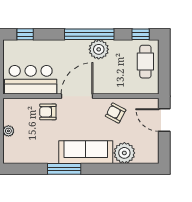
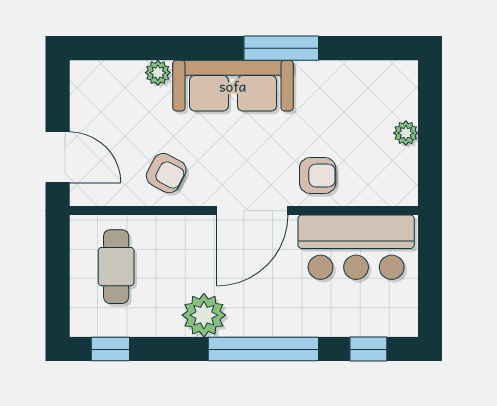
window: (89, 34) -> (263, 349), moved
cafe table: (145, 62) -> (116, 267), moved
plant: (124, 153) -> (158, 73), width x0.53, depth x0.53

